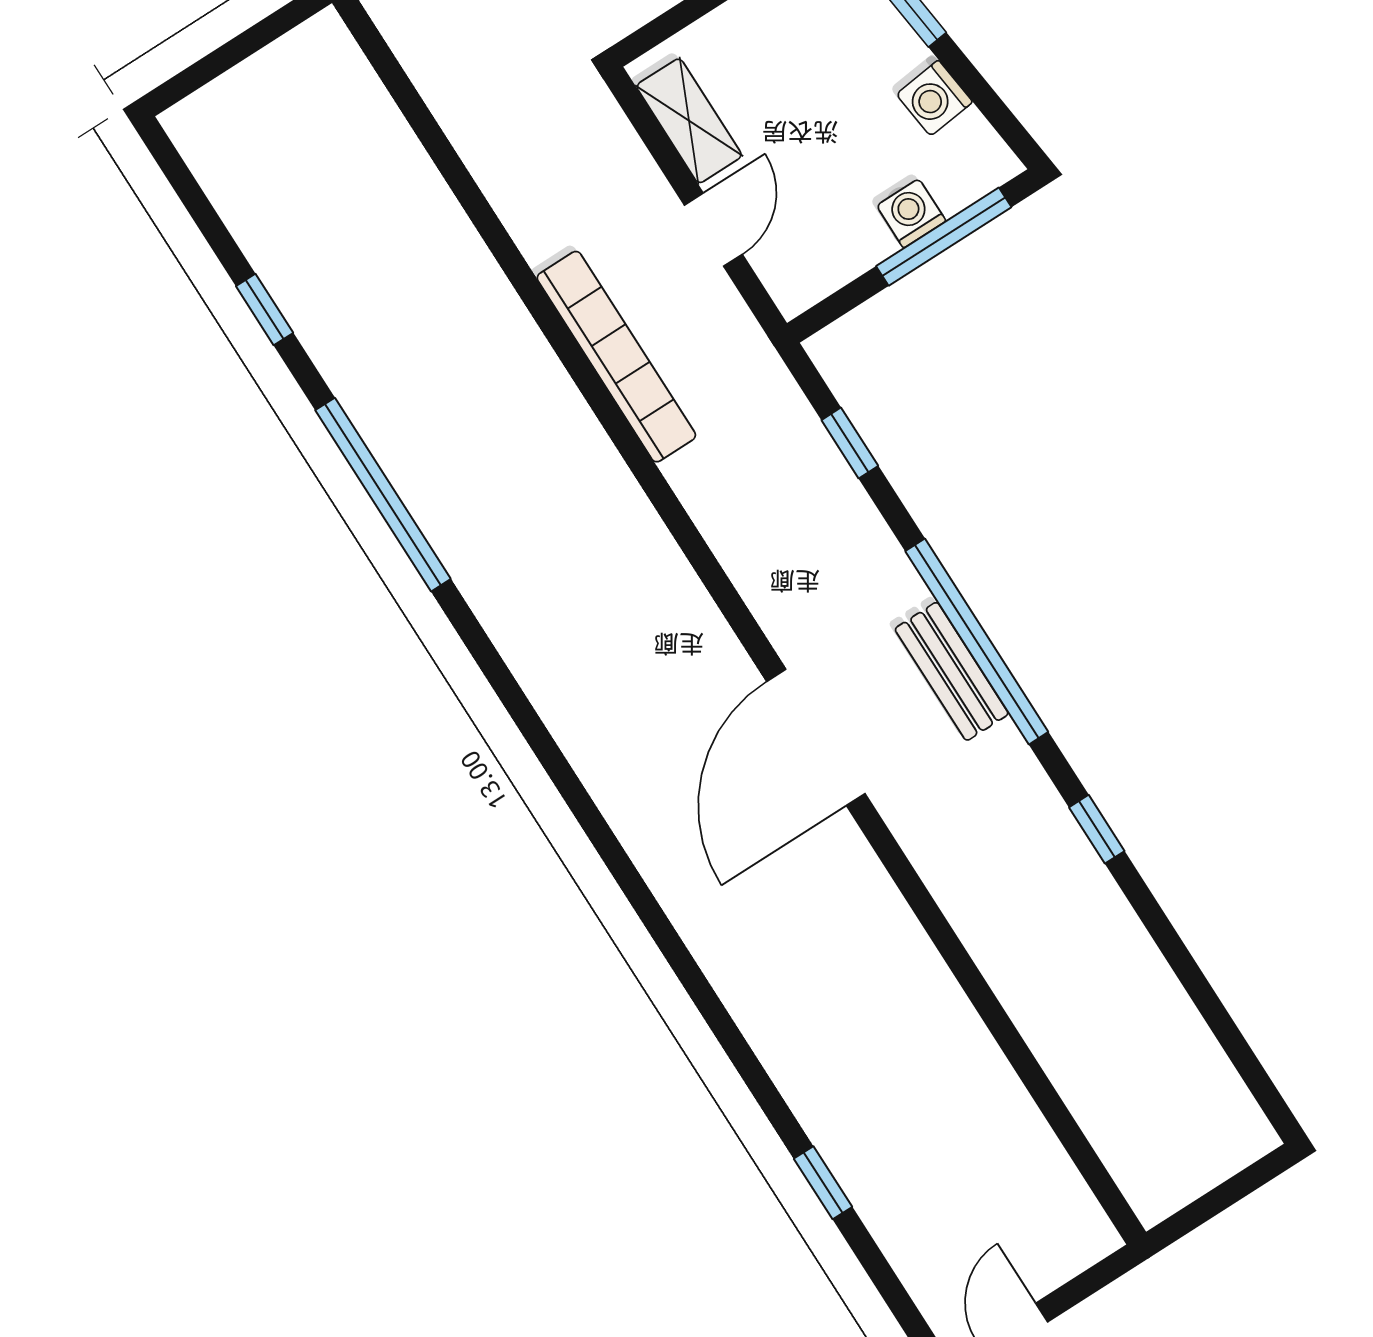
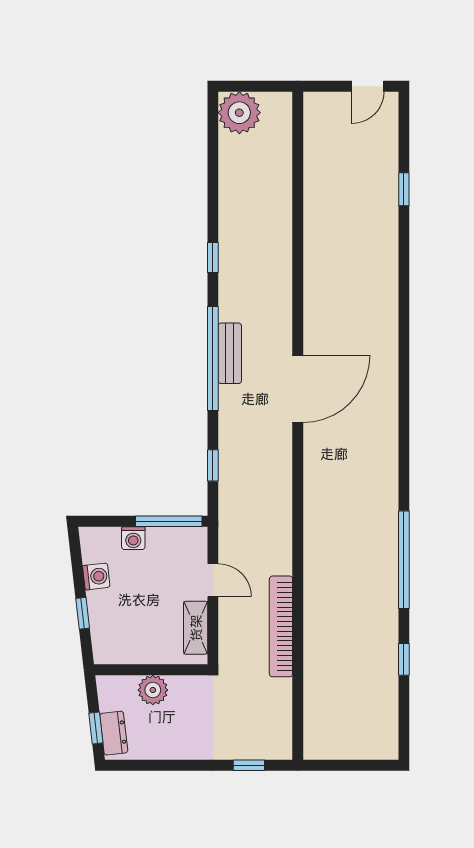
door: (713, 230) -> (213, 580), swing flipped
window: (944, 237) -> (169, 521), moved
bookcase: (616, 357) -> (281, 626), moved
door: (816, 737) -> (298, 389), moved
plant: (1220, 1130) -> (239, 113), added

